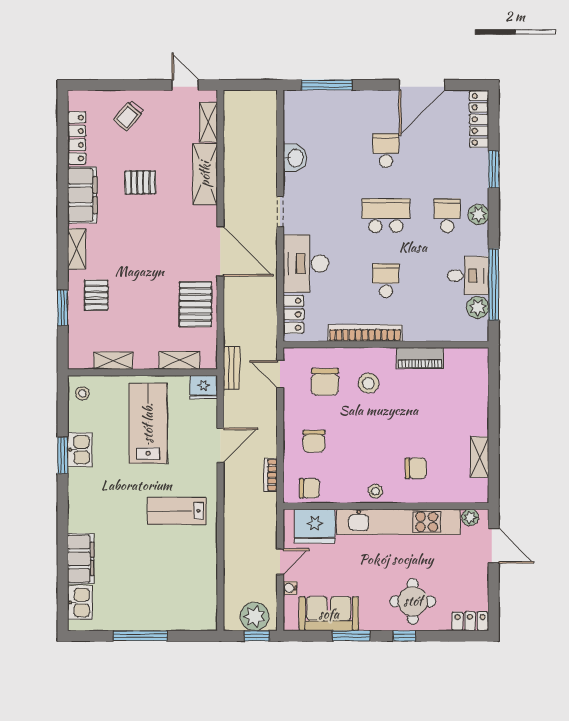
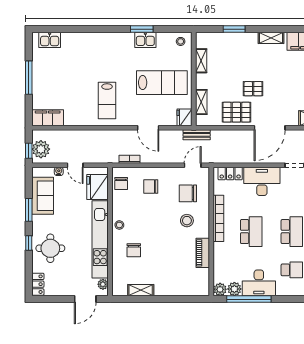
plant: (478, 214) -> (220, 289), moved
desk: (468, 276) -> (259, 283), width x1.37
school desk: (386, 281) -> (251, 232), width x1.85
pallet: (96, 295) -> (253, 89), moved
lab bench: (177, 511) -> (107, 101), turned 180
filing cabinet: (81, 559) -> (48, 118), moved, turned 180

